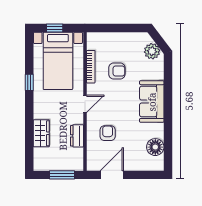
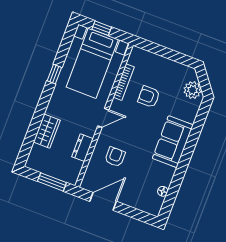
armchair: (117, 71) -> (149, 97), turned 180
floor lamp: (155, 147) -> (163, 191), width x0.53, depth x0.53

